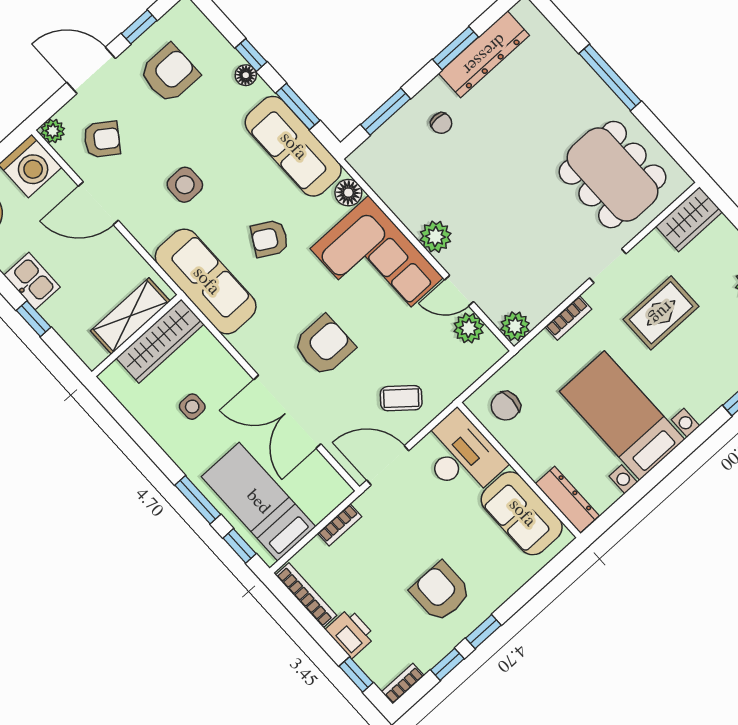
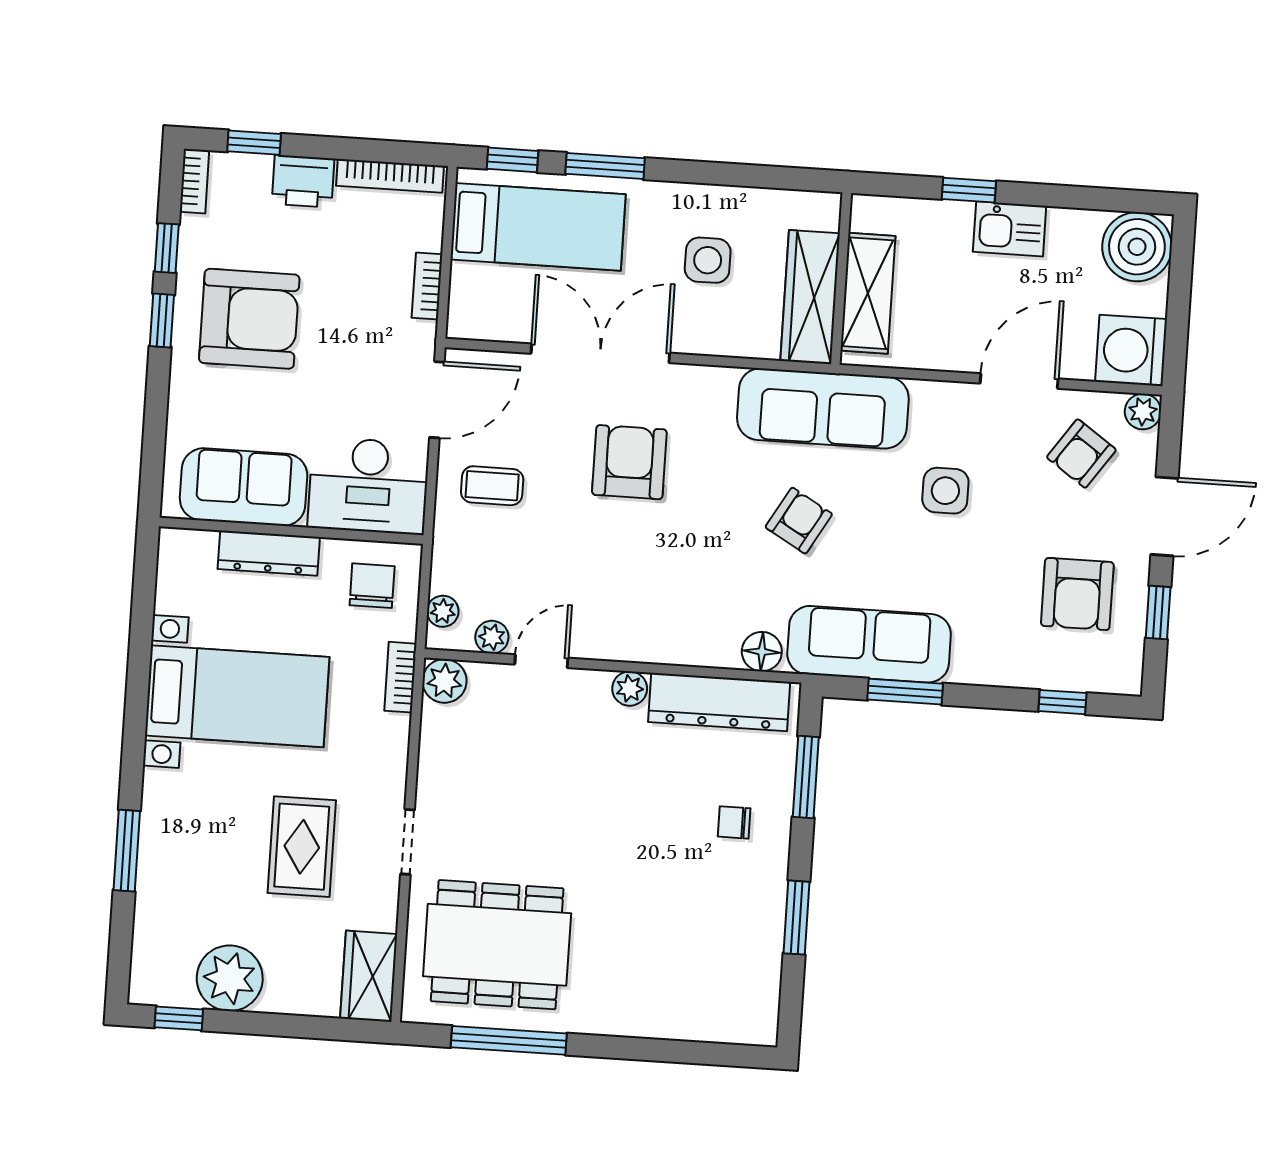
dresser: (484, 54) -> (719, 702), moved, turned -90
window: (251, 55) -> (1062, 702), moved
floor lamp: (246, 75) -> (994, 671), removed
window: (610, 77) -> (509, 1040), moved
plant: (435, 237) -> (630, 689), width x0.73, depth x0.73
corner sofa: (377, 263) -> (658, 605), removed
bookcase: (568, 318) -> (400, 677), moved
plant: (469, 328) -> (492, 637), width x0.73, depth x0.73
armchair: (324, 346) -> (629, 462), turned 180
plant: (483, 361) -> (443, 611), added
coffee table: (401, 398) -> (492, 486), turned 50
side table: (192, 407) -> (708, 260), width x1.37, depth x1.37
dresser: (567, 500) -> (269, 553), moved
armchair: (441, 592) -> (249, 319), width x1.36, depth x1.36

